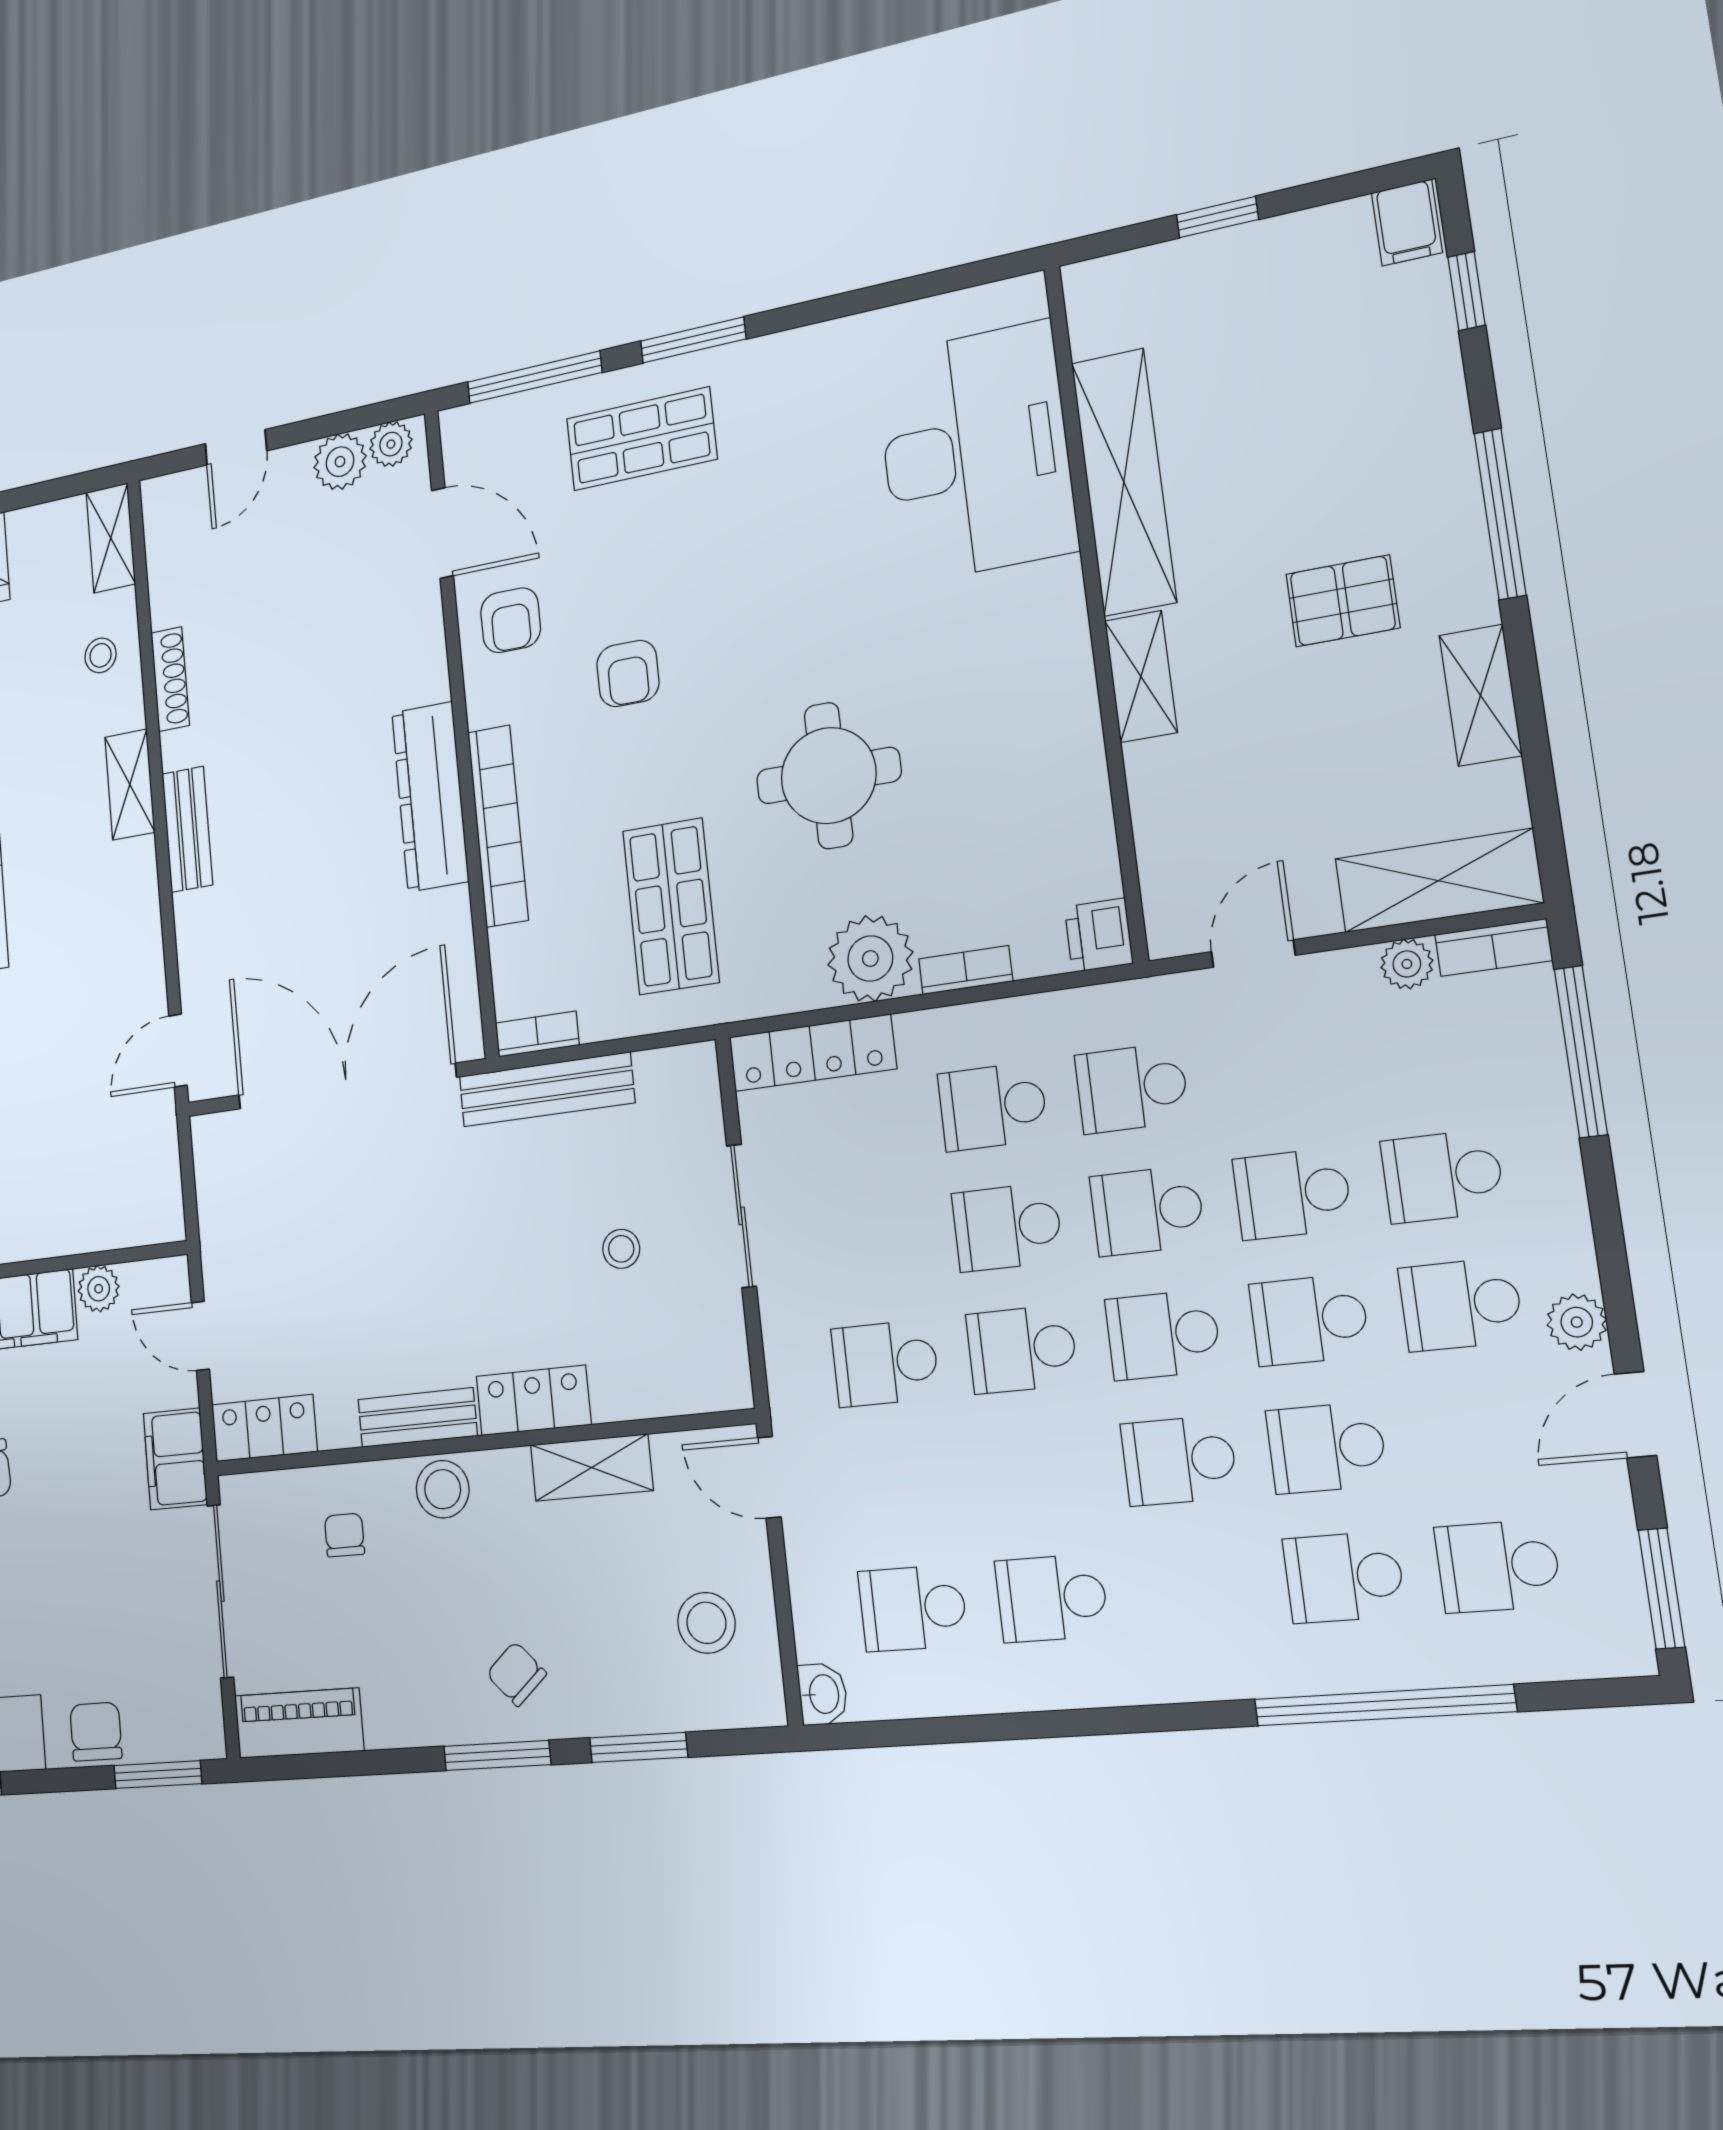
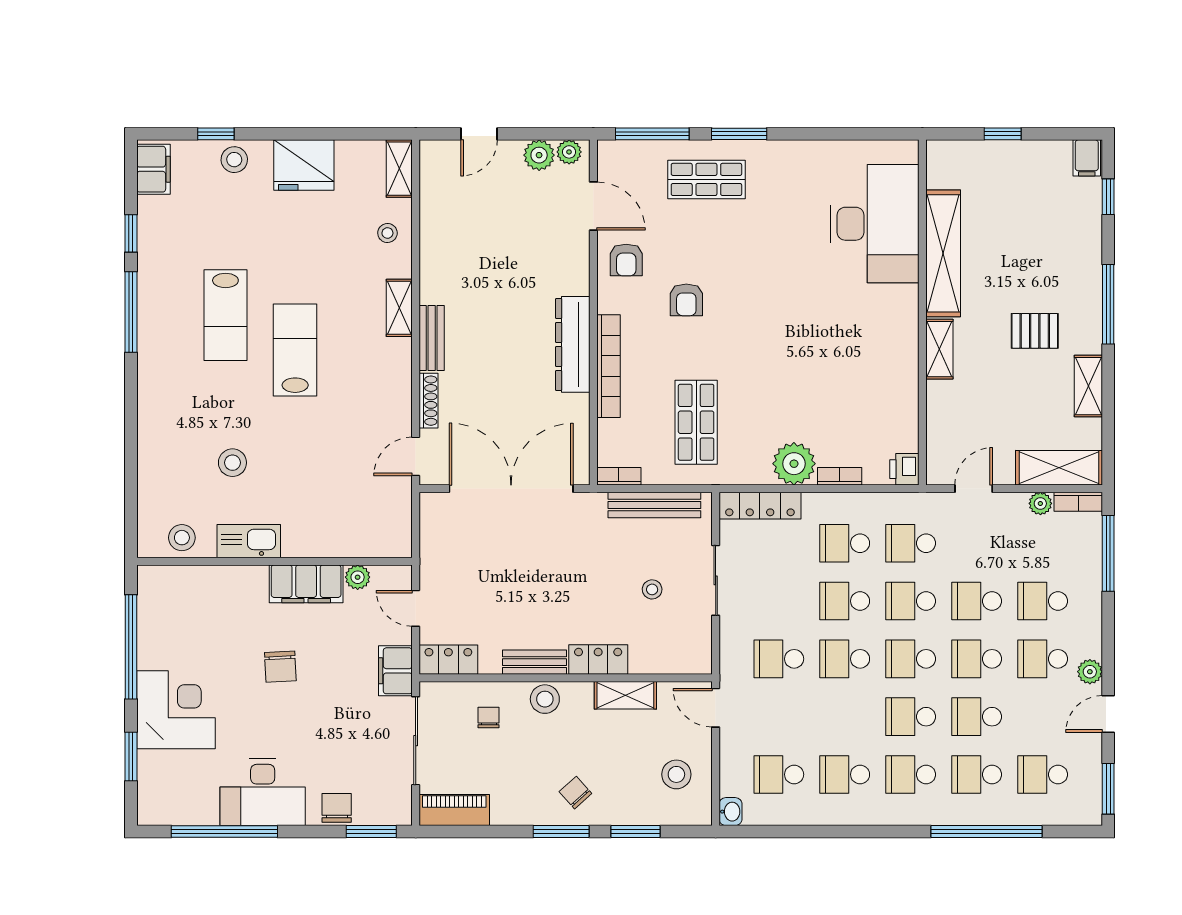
shoe rack: (170, 679) -> (429, 401), moved
round table: (829, 776) -> (784, 370), removed
bench: (546, 1089) -> (654, 505), moved
school desk: (1195, 1588) -> (911, 774), added

